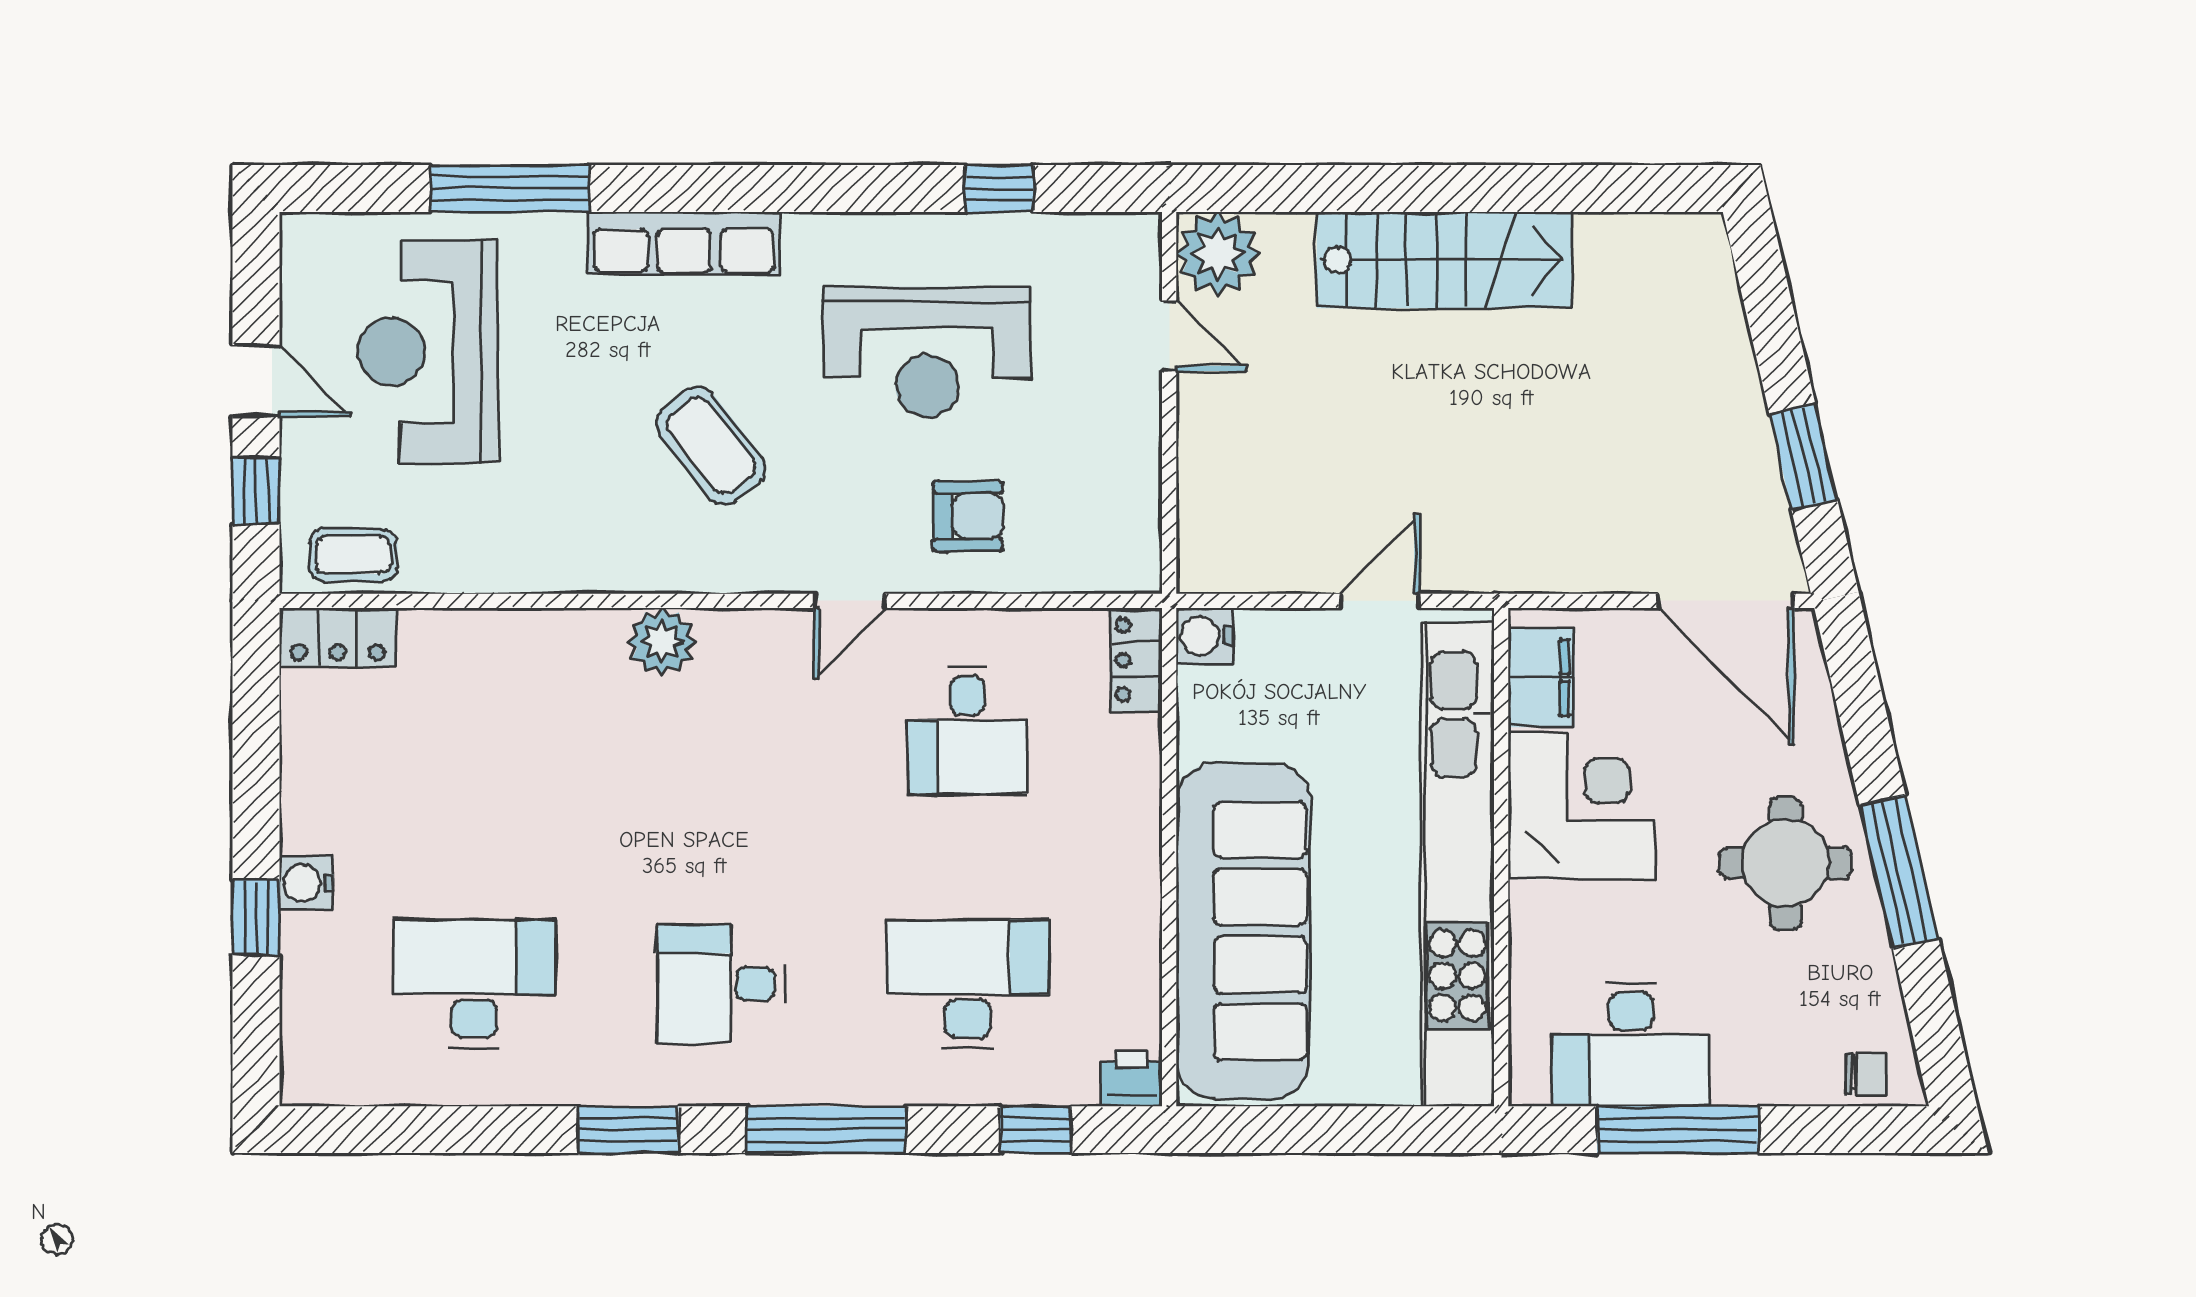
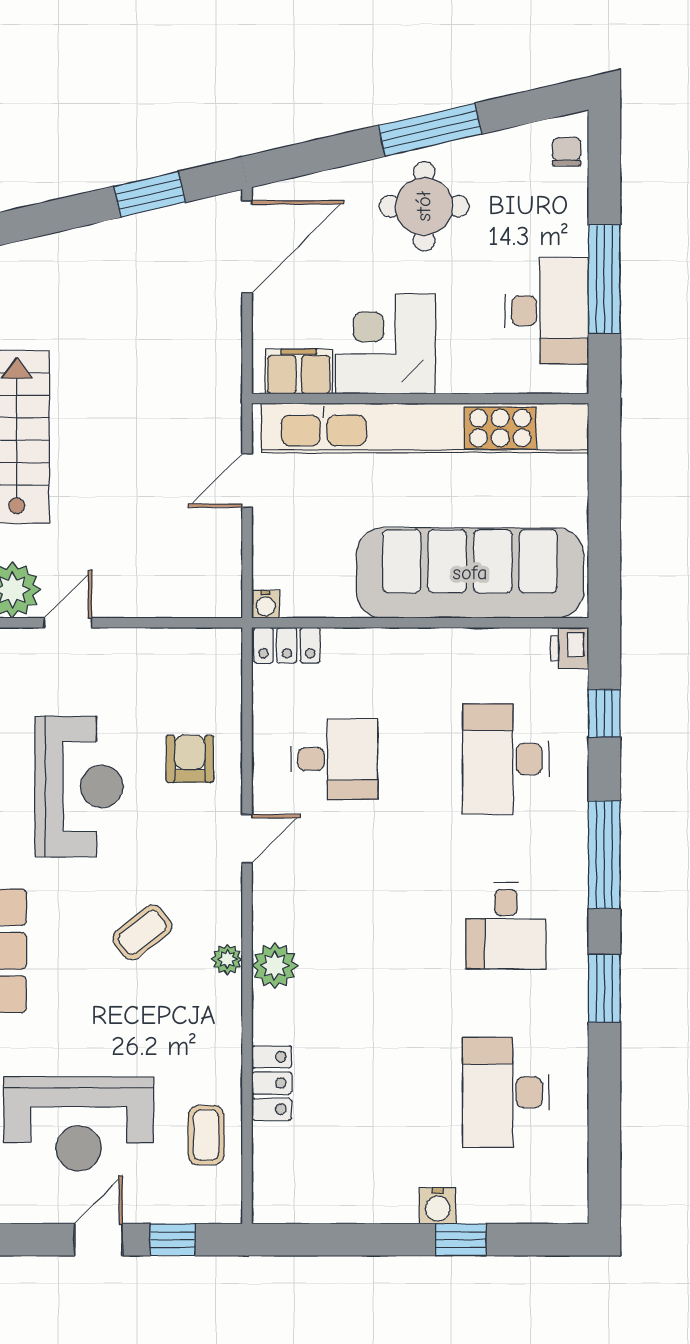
coffee table: (711, 446) -> (142, 932), width x0.73, depth x0.77
coffee table: (353, 555) -> (206, 1135), moved
plant: (671, 571) -> (227, 959), added
door: (850, 601) -> (247, 839), hinge flipped
door: (1380, 601) -> (247, 480), hinge flipped
water cooler: (1205, 636) -> (266, 604), width x0.72, depth x0.72
locker: (338, 637) -> (272, 1083), moved

